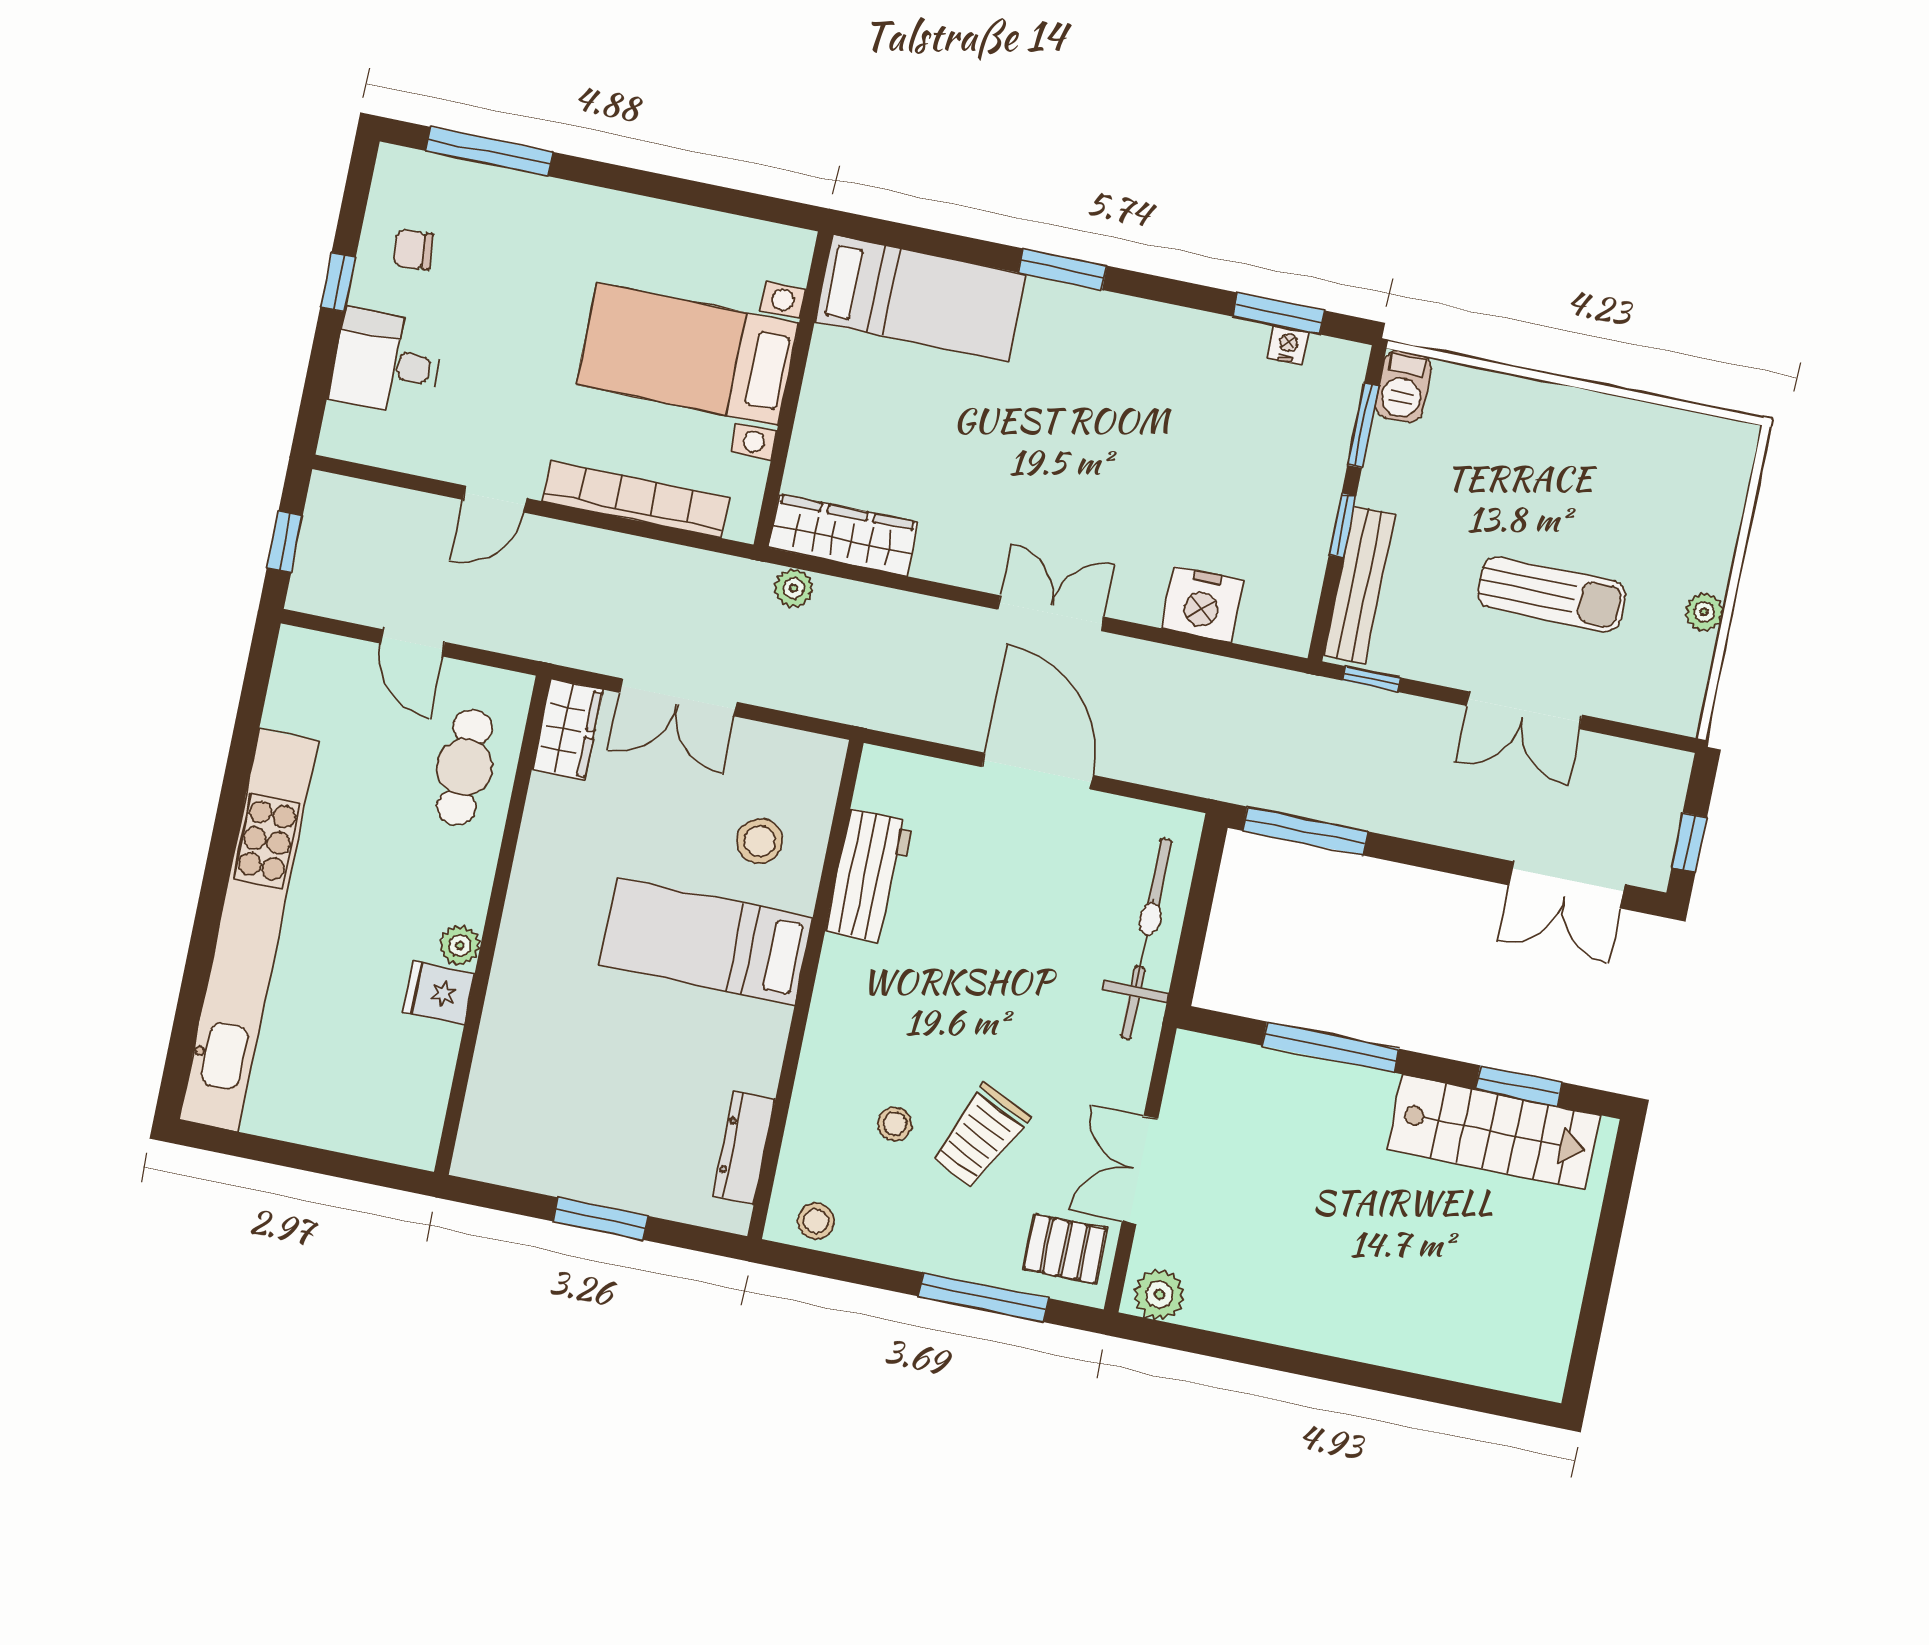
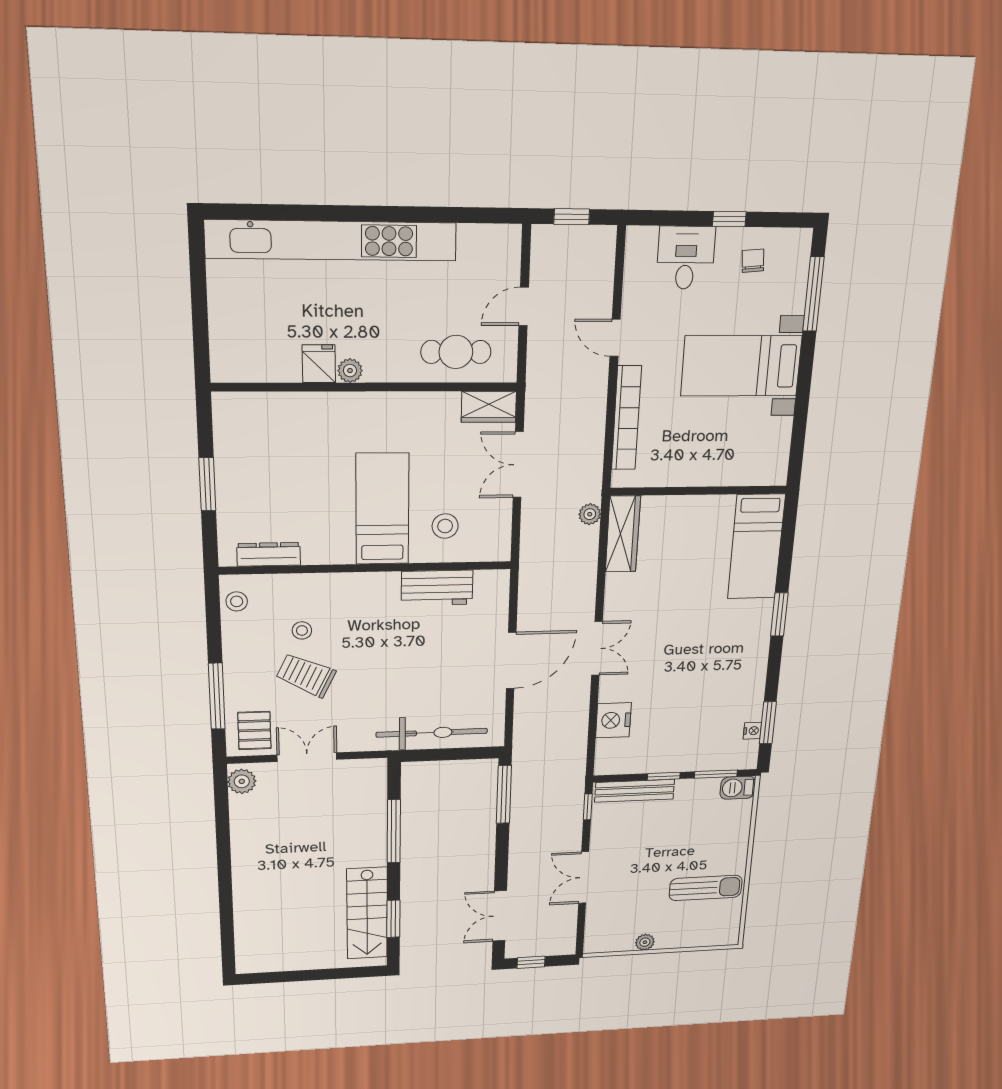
bed with nightstands: (688, 354) -> (741, 366), moved, turned -90
sun lounger: (1552, 594) -> (706, 888), moved, turned -90

